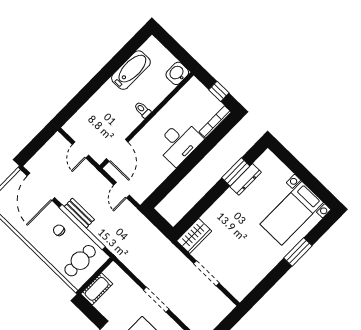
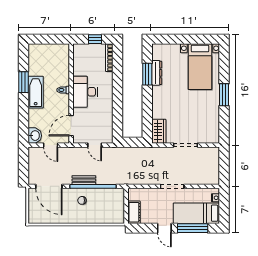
window: (113, 66) -> (24, 82), added
bathtub: (131, 70) -> (36, 92), moved
washbasin: (177, 73) -> (35, 136), moved, turned 180
desk: (179, 142) -> (85, 92), moved, turned 180
door: (117, 150) -> (71, 126), swing flipped
window: (298, 252) -> (224, 95), moved
cafe table: (80, 261) -> (110, 206), removed

